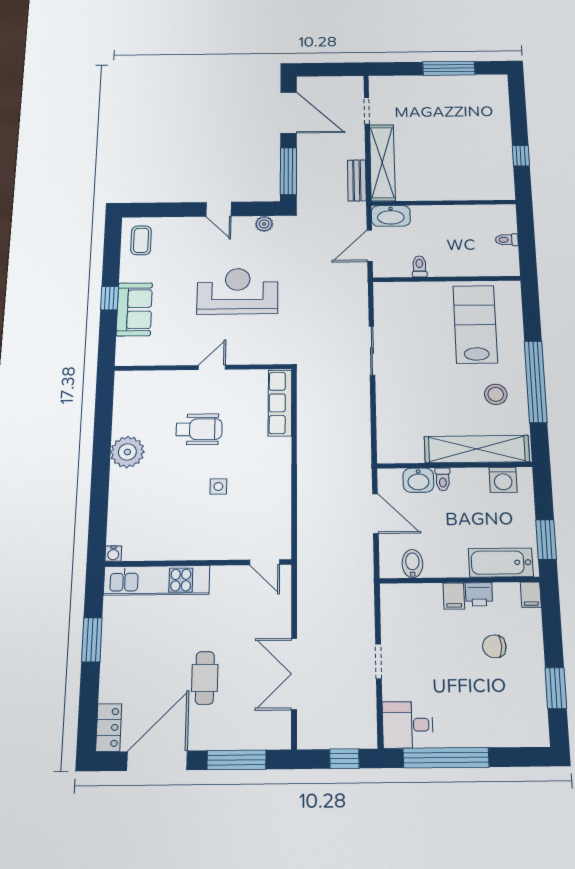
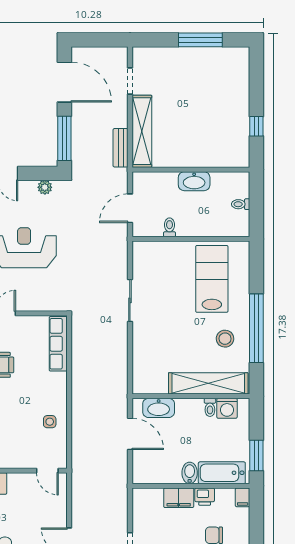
washbasin: (391, 216) -> (194, 181), moved
toilet: (443, 479) -> (210, 407), moved
washbasin: (418, 480) -> (159, 408), width x1.38
side table: (218, 486) -> (50, 422), moved
bidet: (412, 564) -> (190, 473), moved
filing cabinet: (454, 596) -> (179, 498), width x2.00

